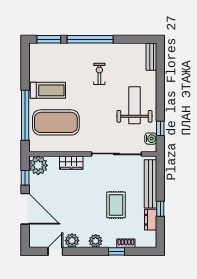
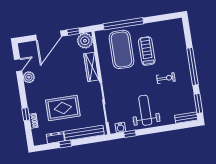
window: (49, 39) -> (198, 103), moved
treadmill: (48, 90) -> (147, 51), moved, turned 180
weight bench: (134, 105) -> (145, 110), turned -90
wardrobe: (71, 163) -> (91, 67), width x1.50
rug: (116, 205) -> (63, 108), width x1.36, depth x1.43
plant: (96, 241) -> (31, 96), removed
door: (55, 251) -> (18, 65), hinge flipped

